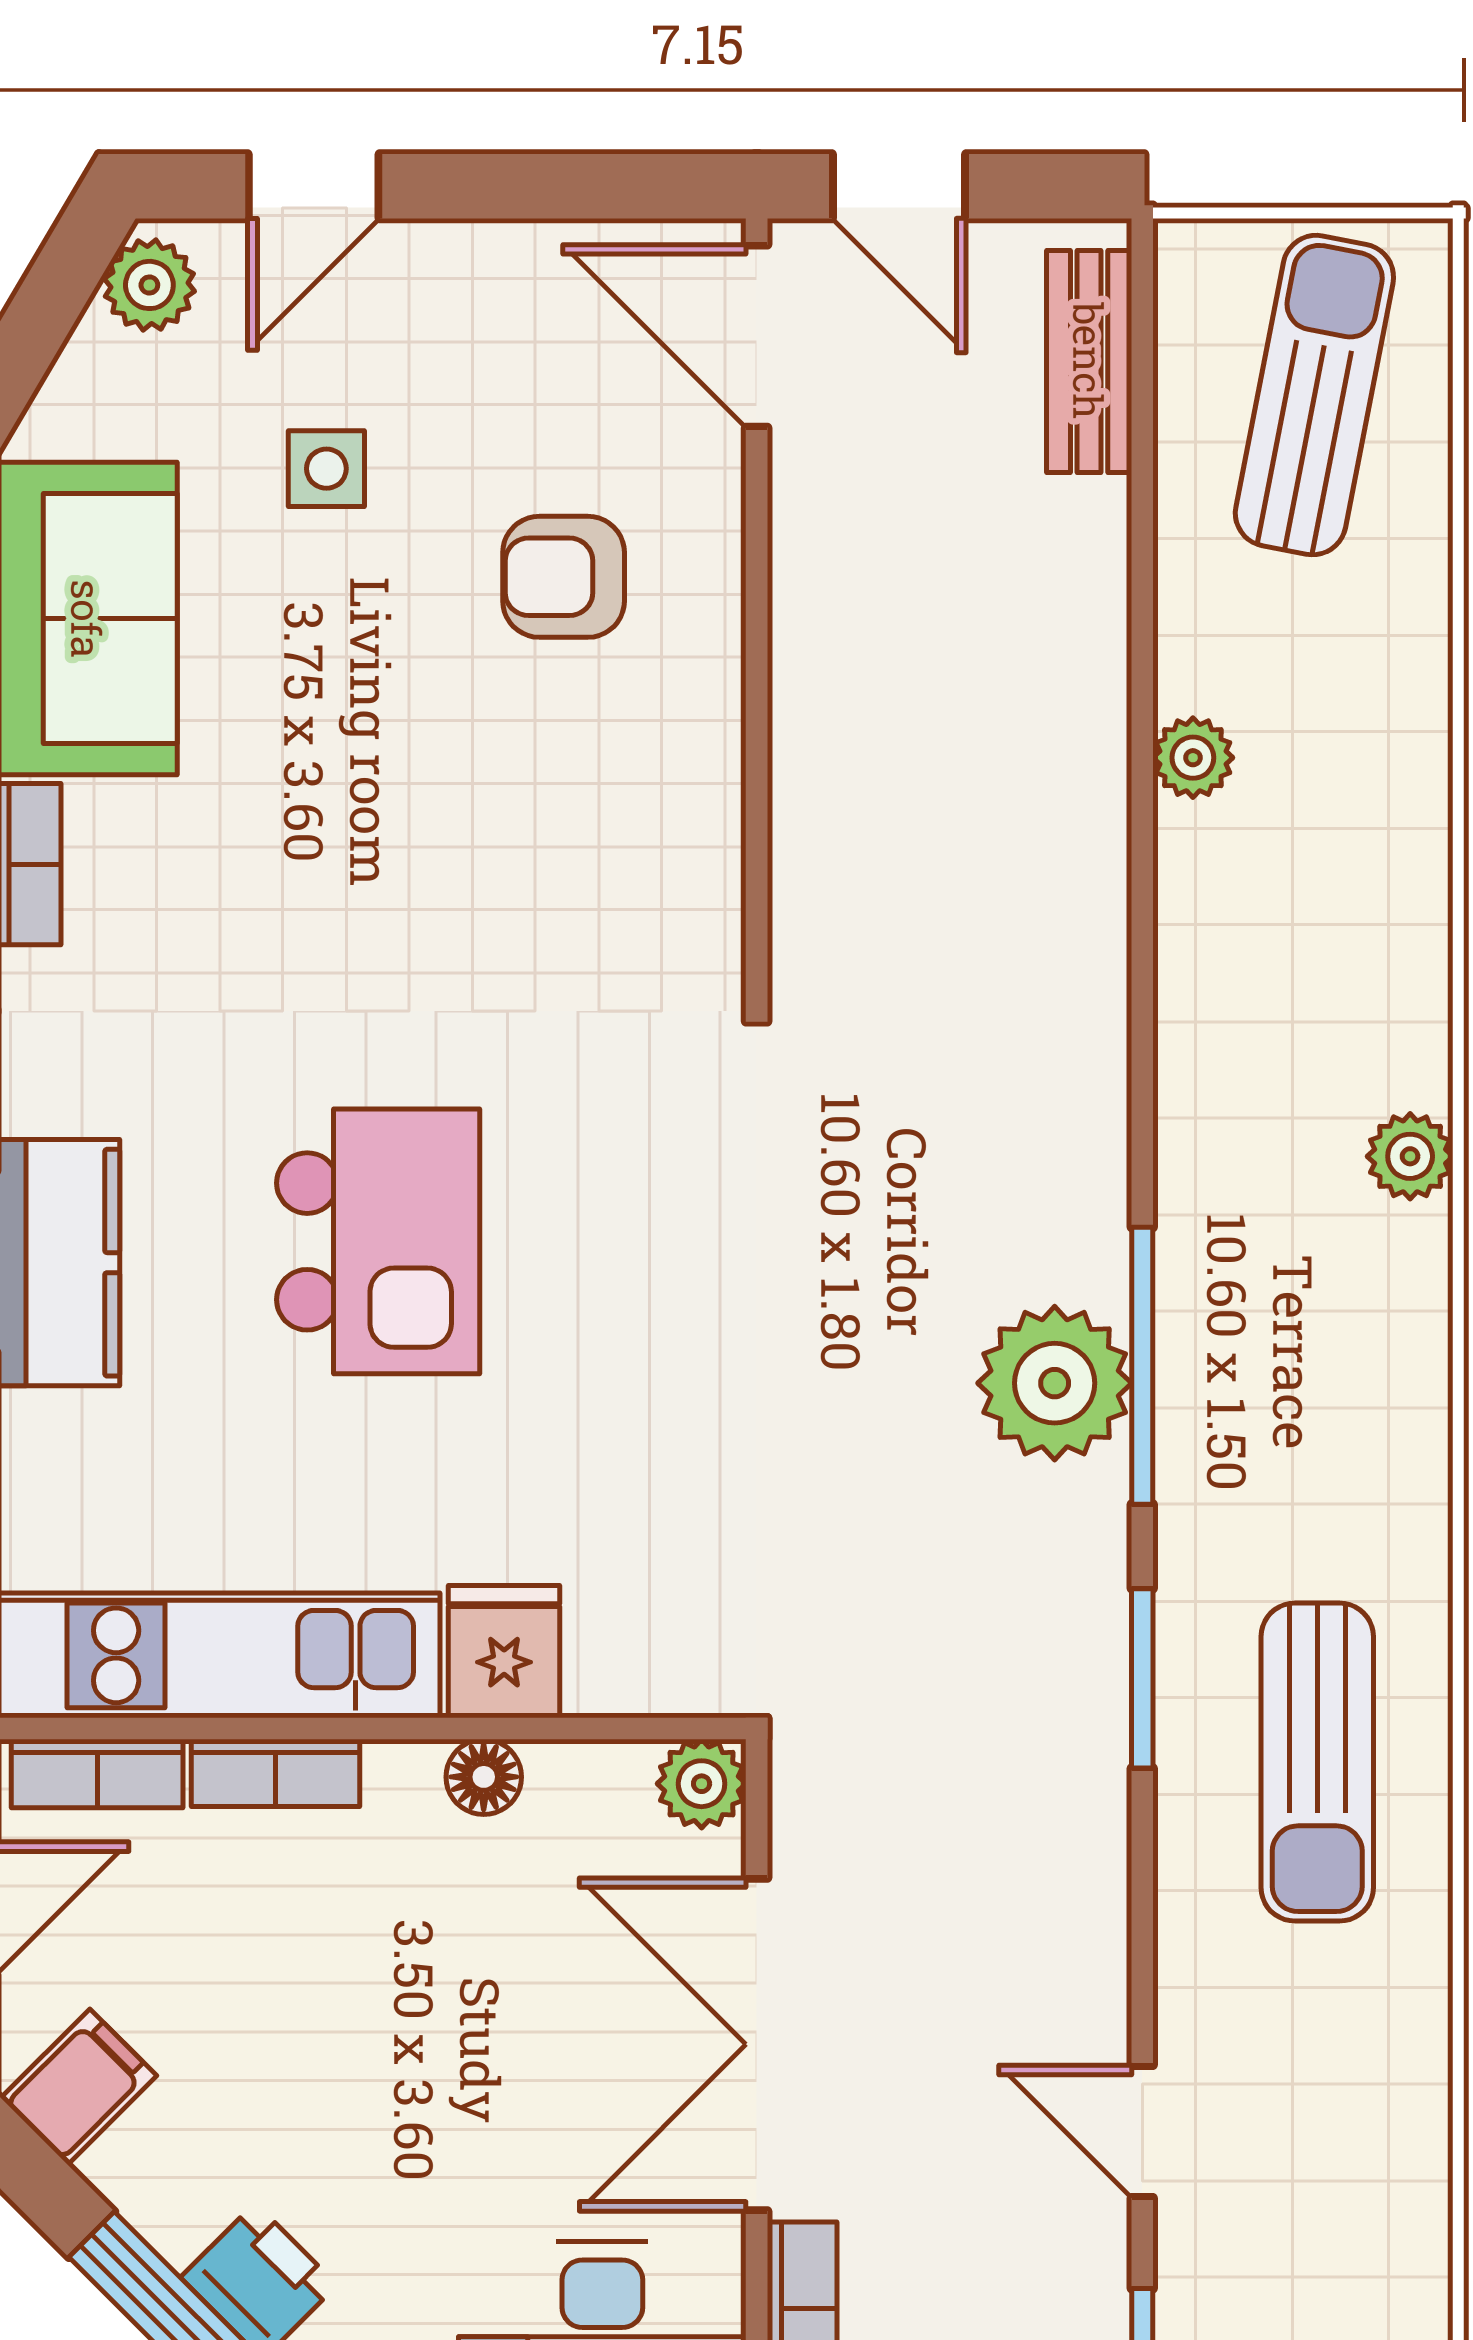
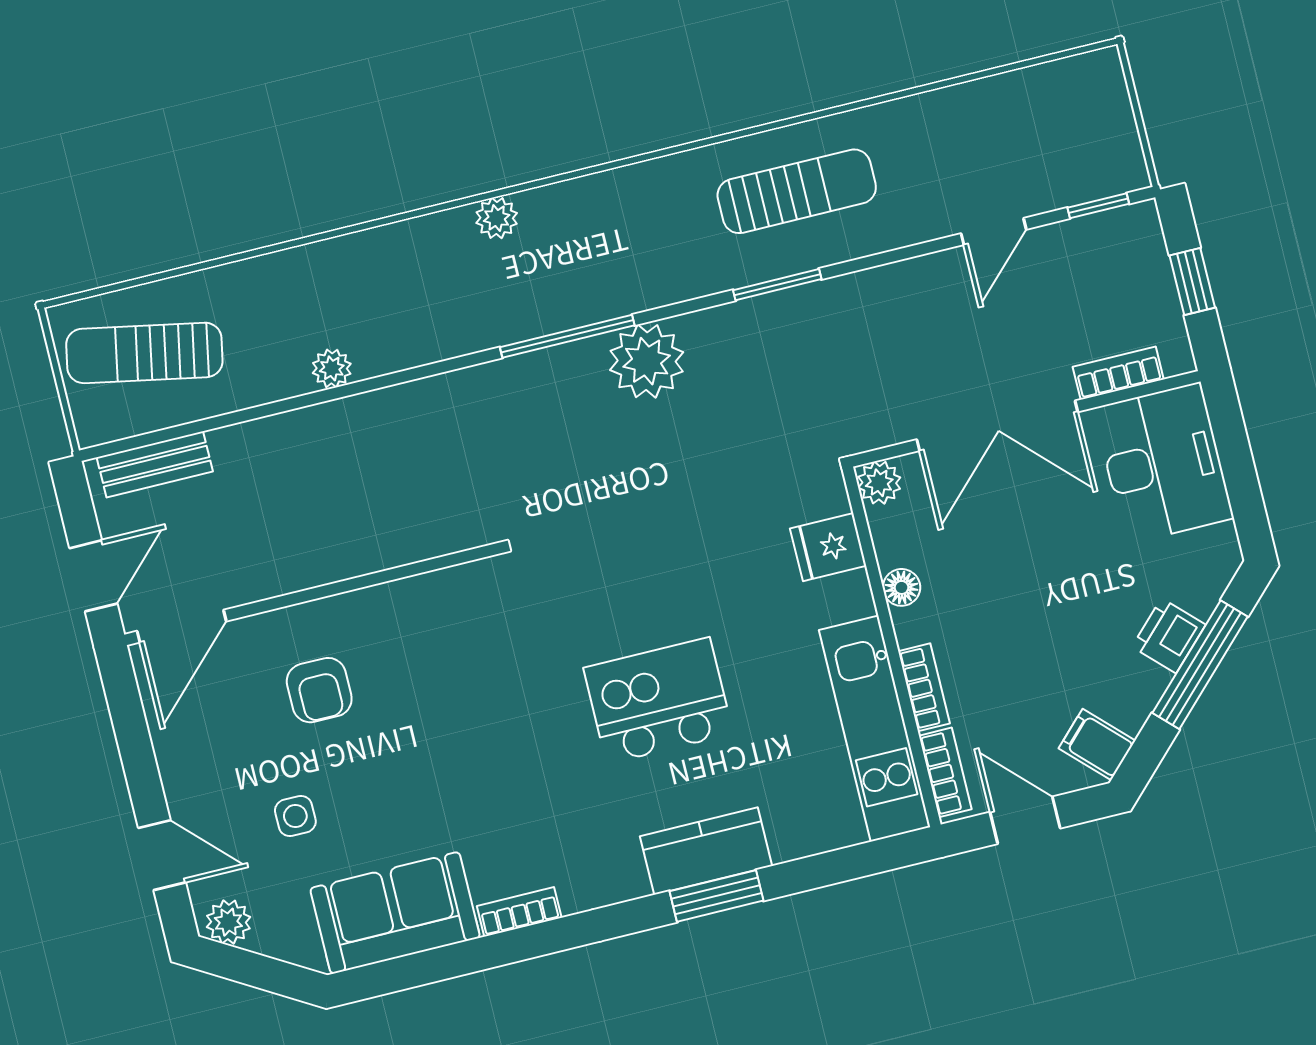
window: (1142, 1366) -> (567, 336), moved
fridge: (504, 1652) -> (828, 547), moved

